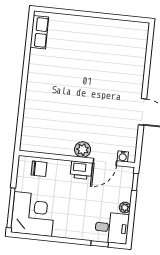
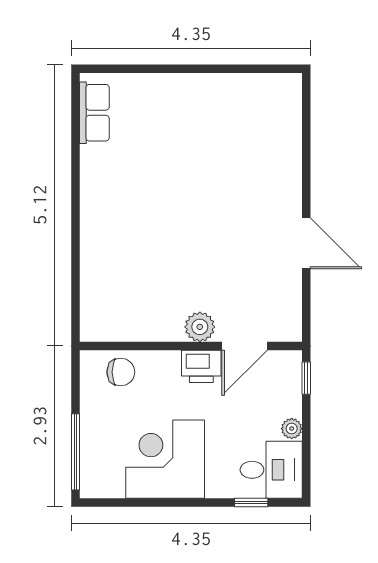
water cooler: (123, 156) -> (278, 332), removed
corner desk: (33, 214) -> (165, 459), moved, turned -90

